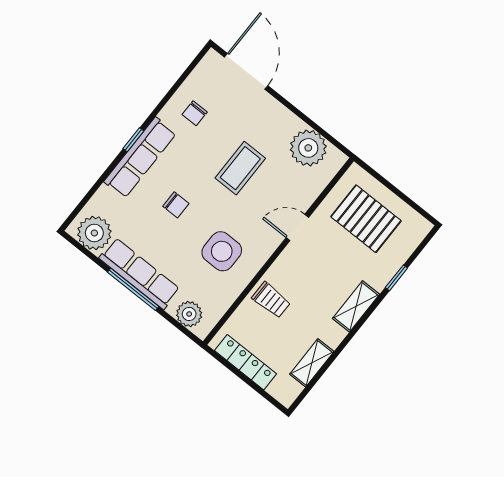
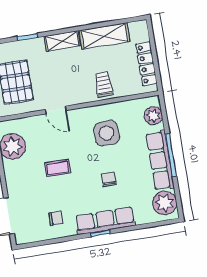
coffee table: (240, 168) -> (58, 168), width x0.73, depth x0.77
shelving: (312, 363) -> (105, 36), width x1.50, depth x1.33

